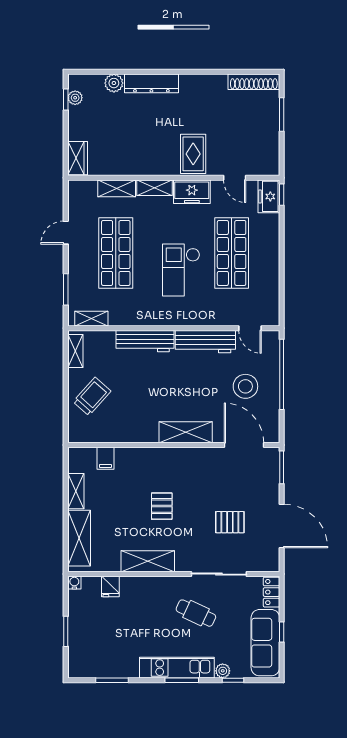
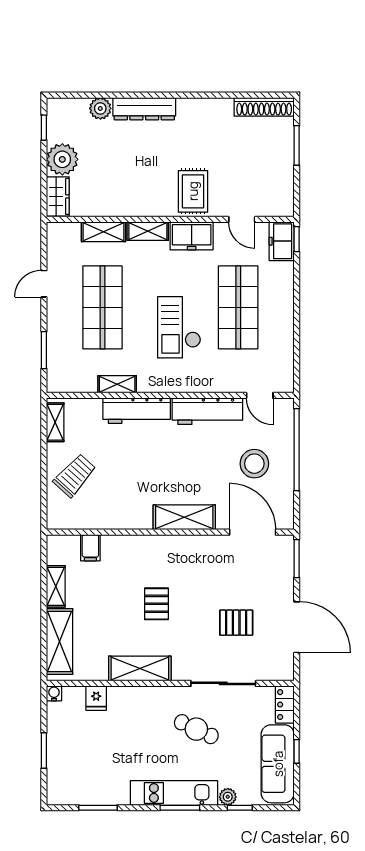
plant: (75, 98) -> (62, 159), moved, width x1.88, depth x1.88
shelving: (91, 319) -> (117, 384), moved

